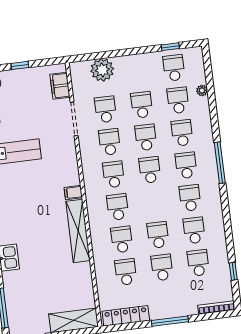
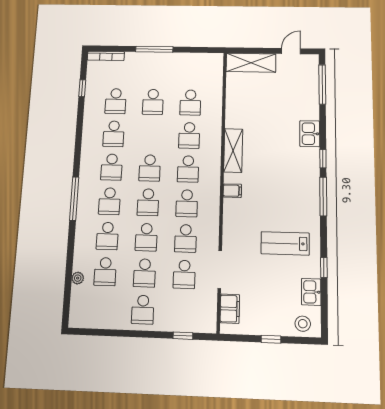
window: (170, 47) -> (183, 336), moved
school desk: (174, 68) -> (143, 310), moved
plant: (102, 70) -> (181, 319), removed
shelving: (78, 231) -> (233, 150), width x0.68
school desk: (158, 235) -> (150, 168), moved
locker: (126, 316) -> (197, 60), removed

